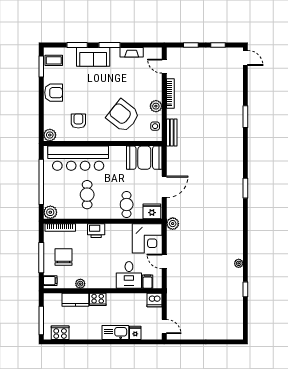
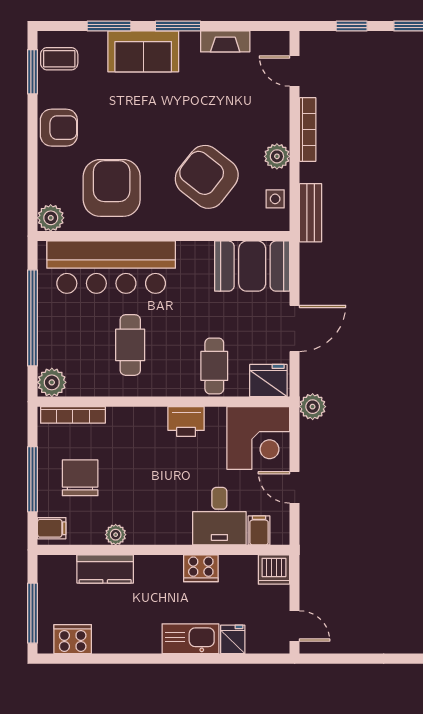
armchair: (78, 121) -> (112, 188), width x1.88, depth x1.88
printer: (96, 231) -> (186, 422), moved
cooker: (98, 299) -> (201, 568), moved

